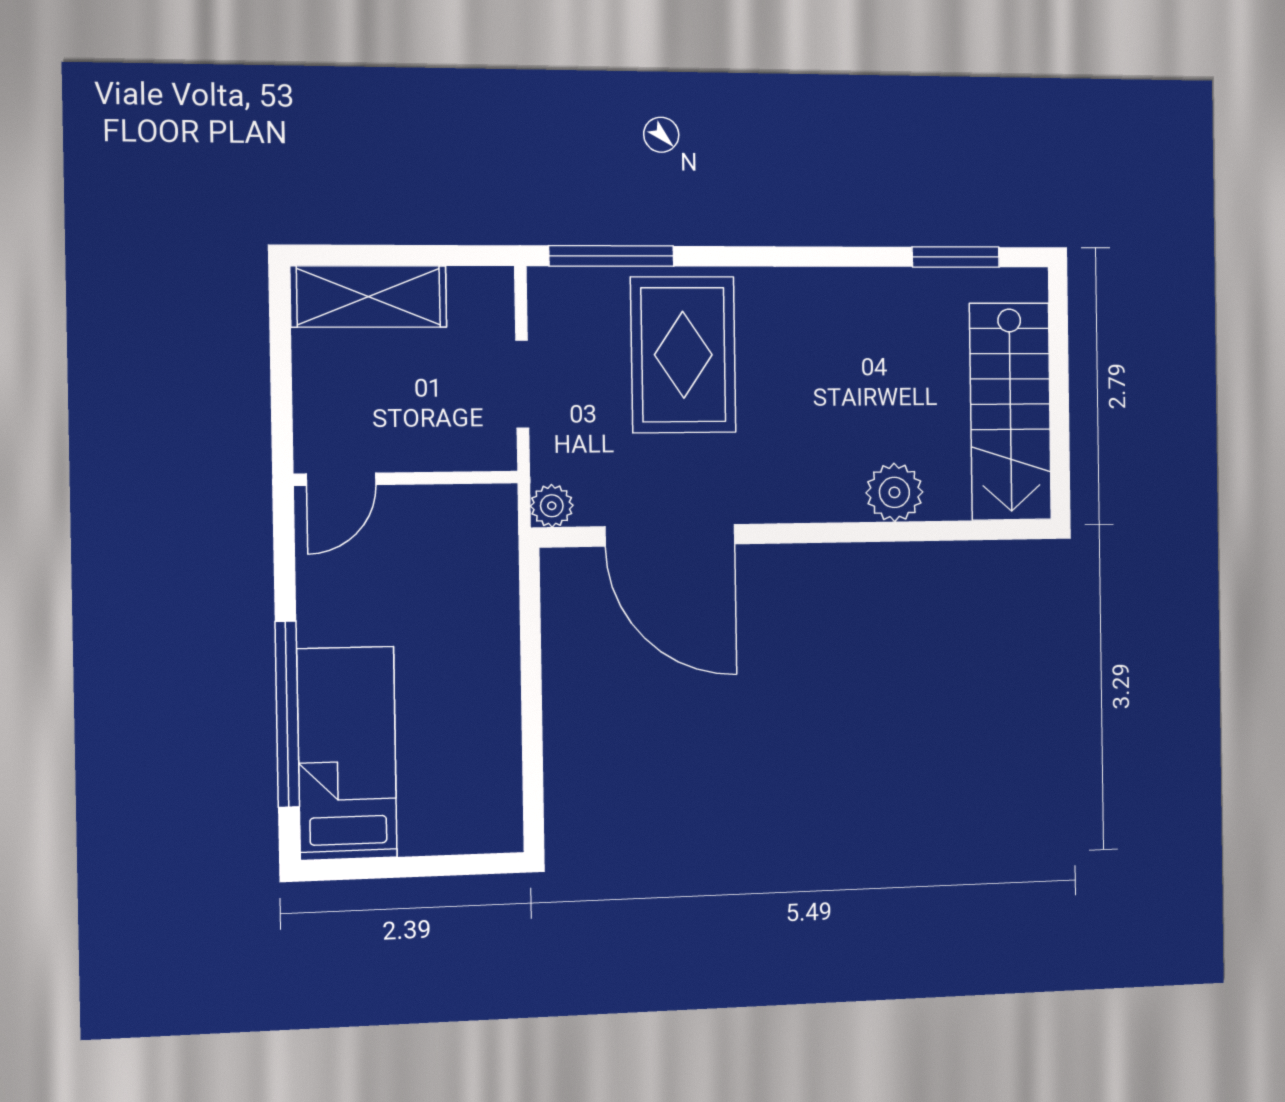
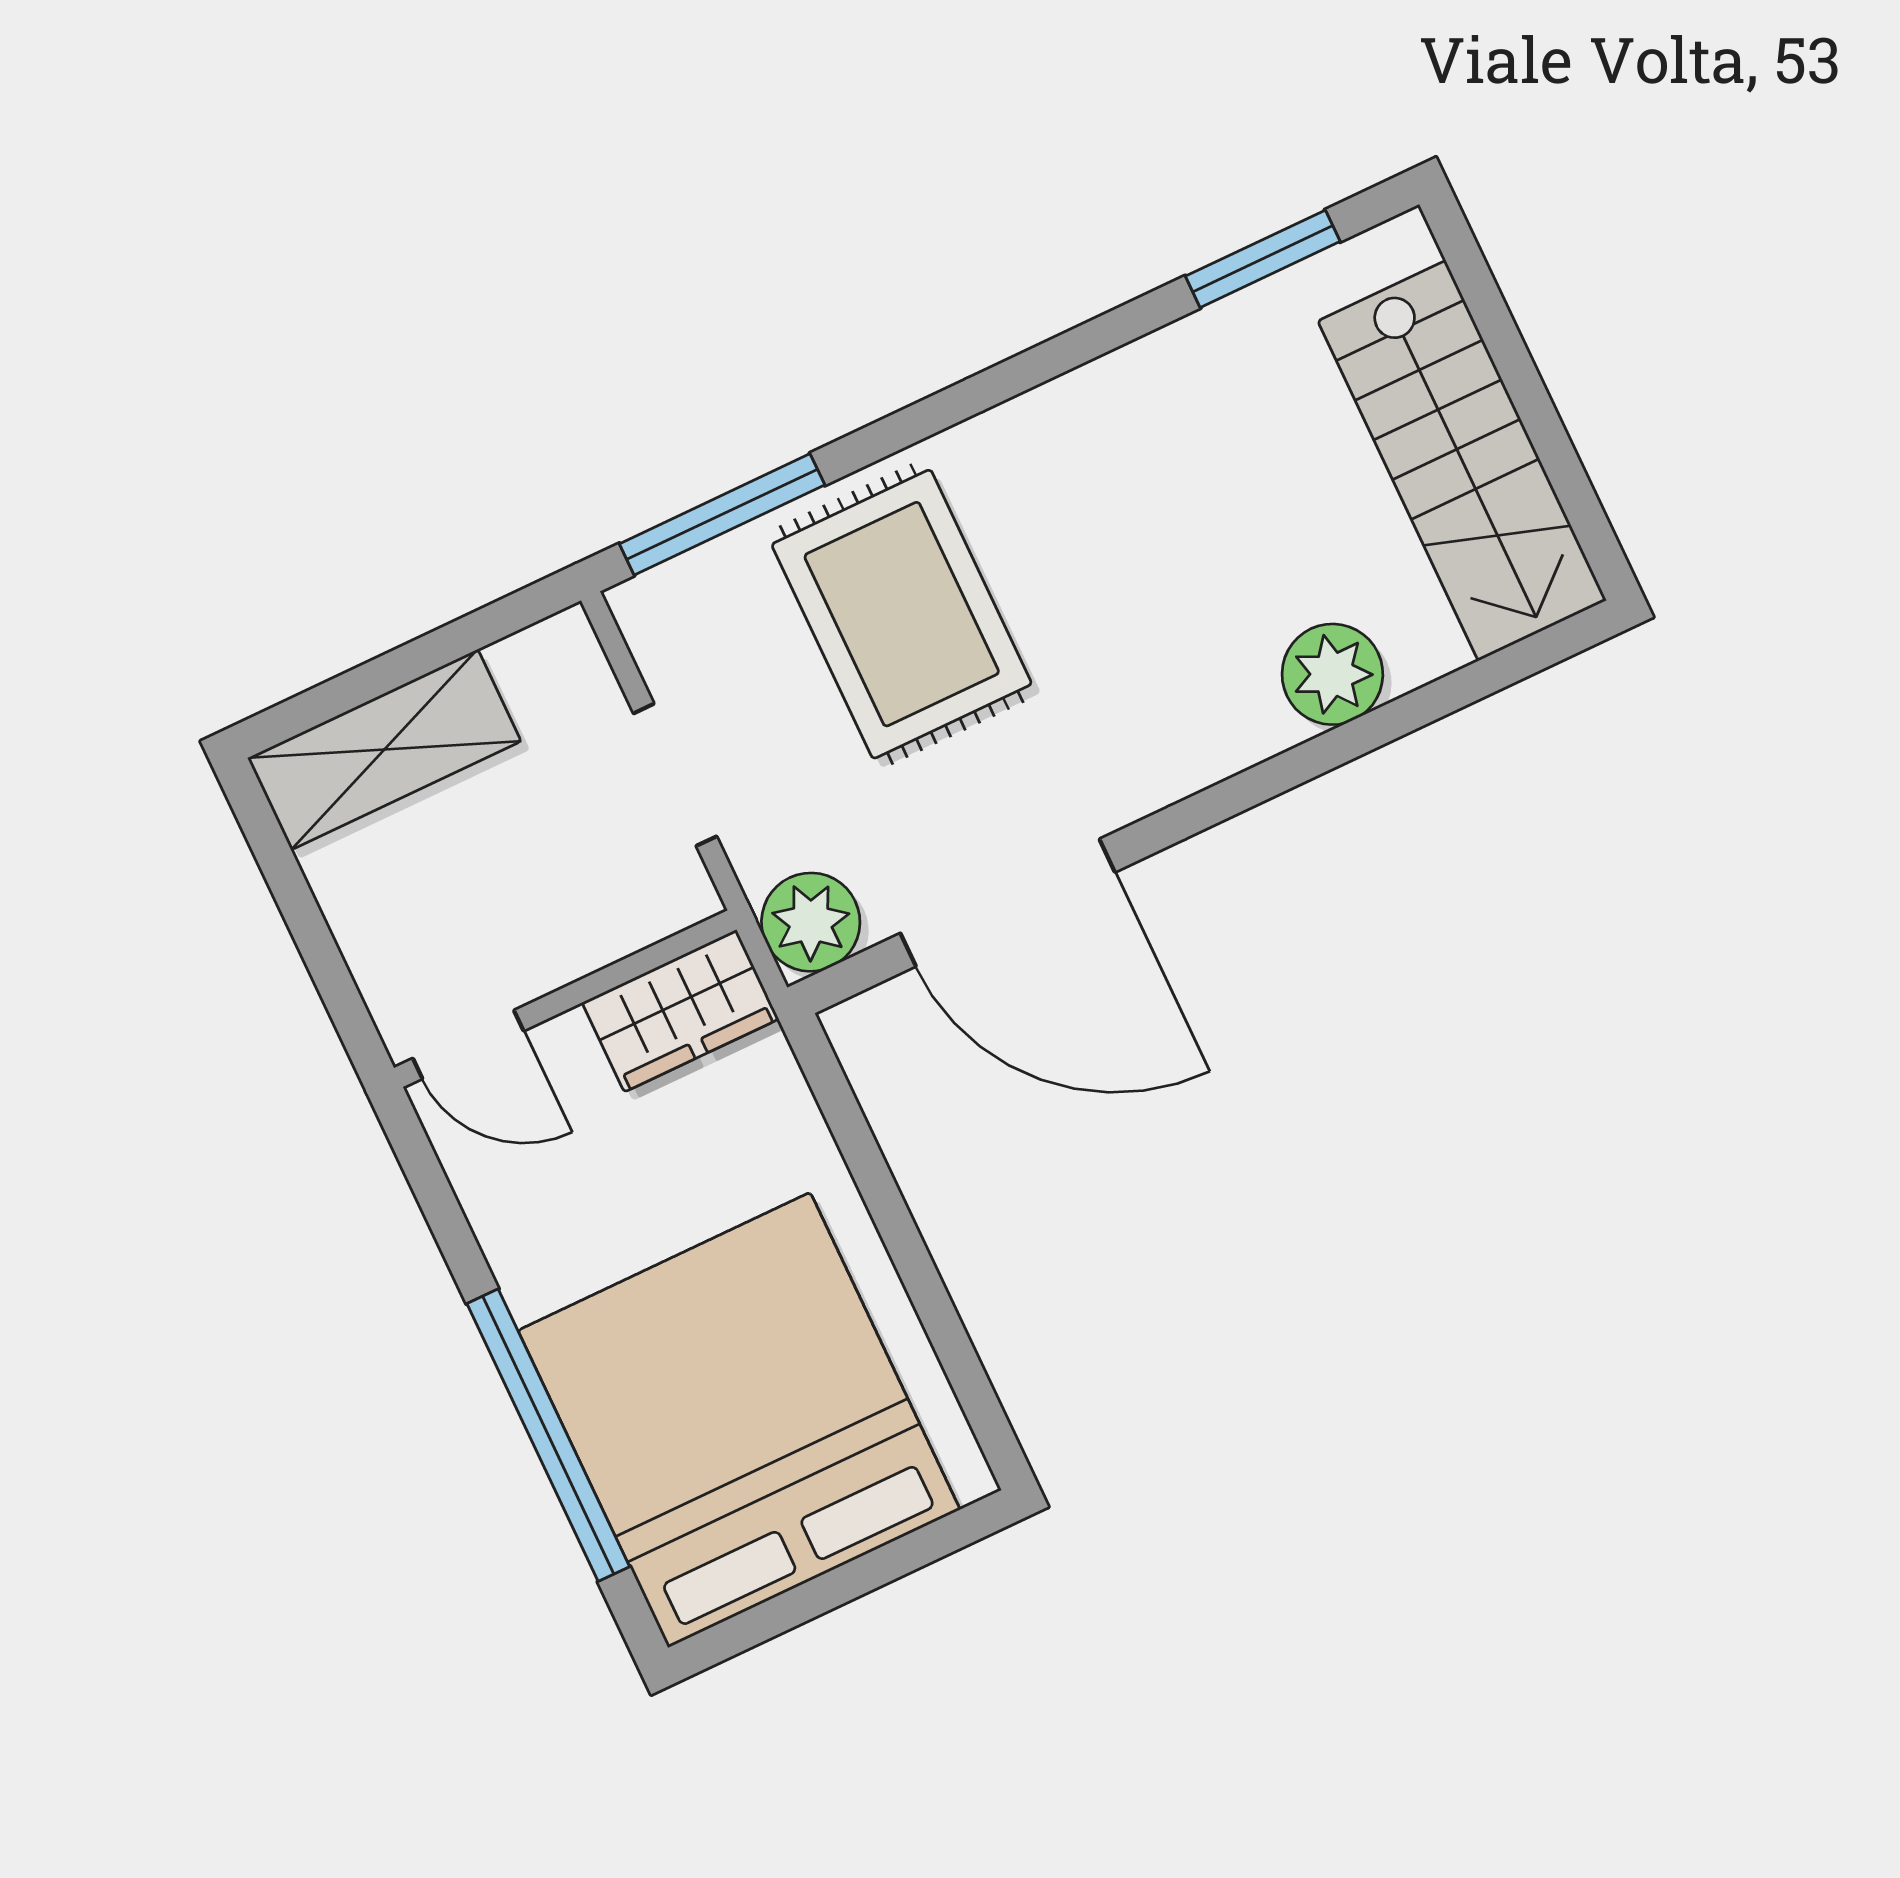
door: (341, 479) -> (468, 1045), hinge flipped
plant: (552, 506) -> (811, 922), width x1.38, depth x1.38
wardrobe: (467, 514) -> (680, 1011), added
bed: (347, 753) -> (739, 1420), width x2.04

